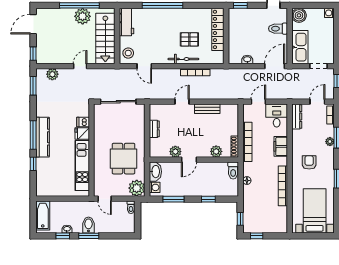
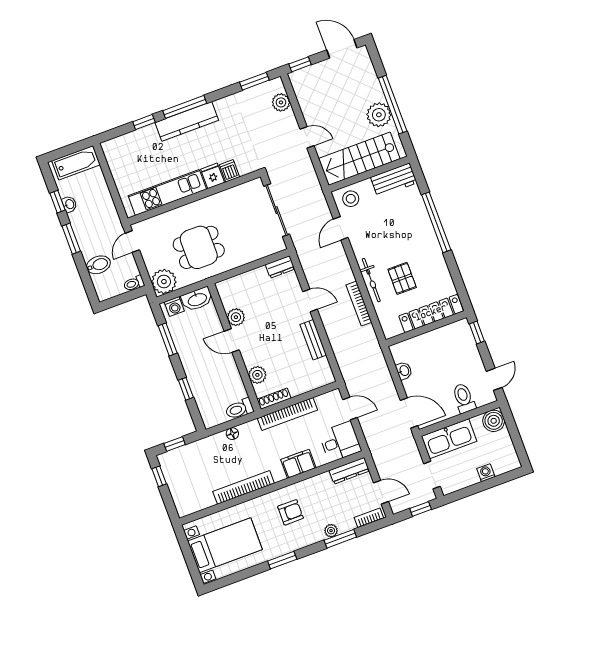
washing machine: (329, 13) -> (486, 473), moved
dresser: (154, 129) -> (280, 267), moved
bidet: (88, 225) -> (98, 265), moved

